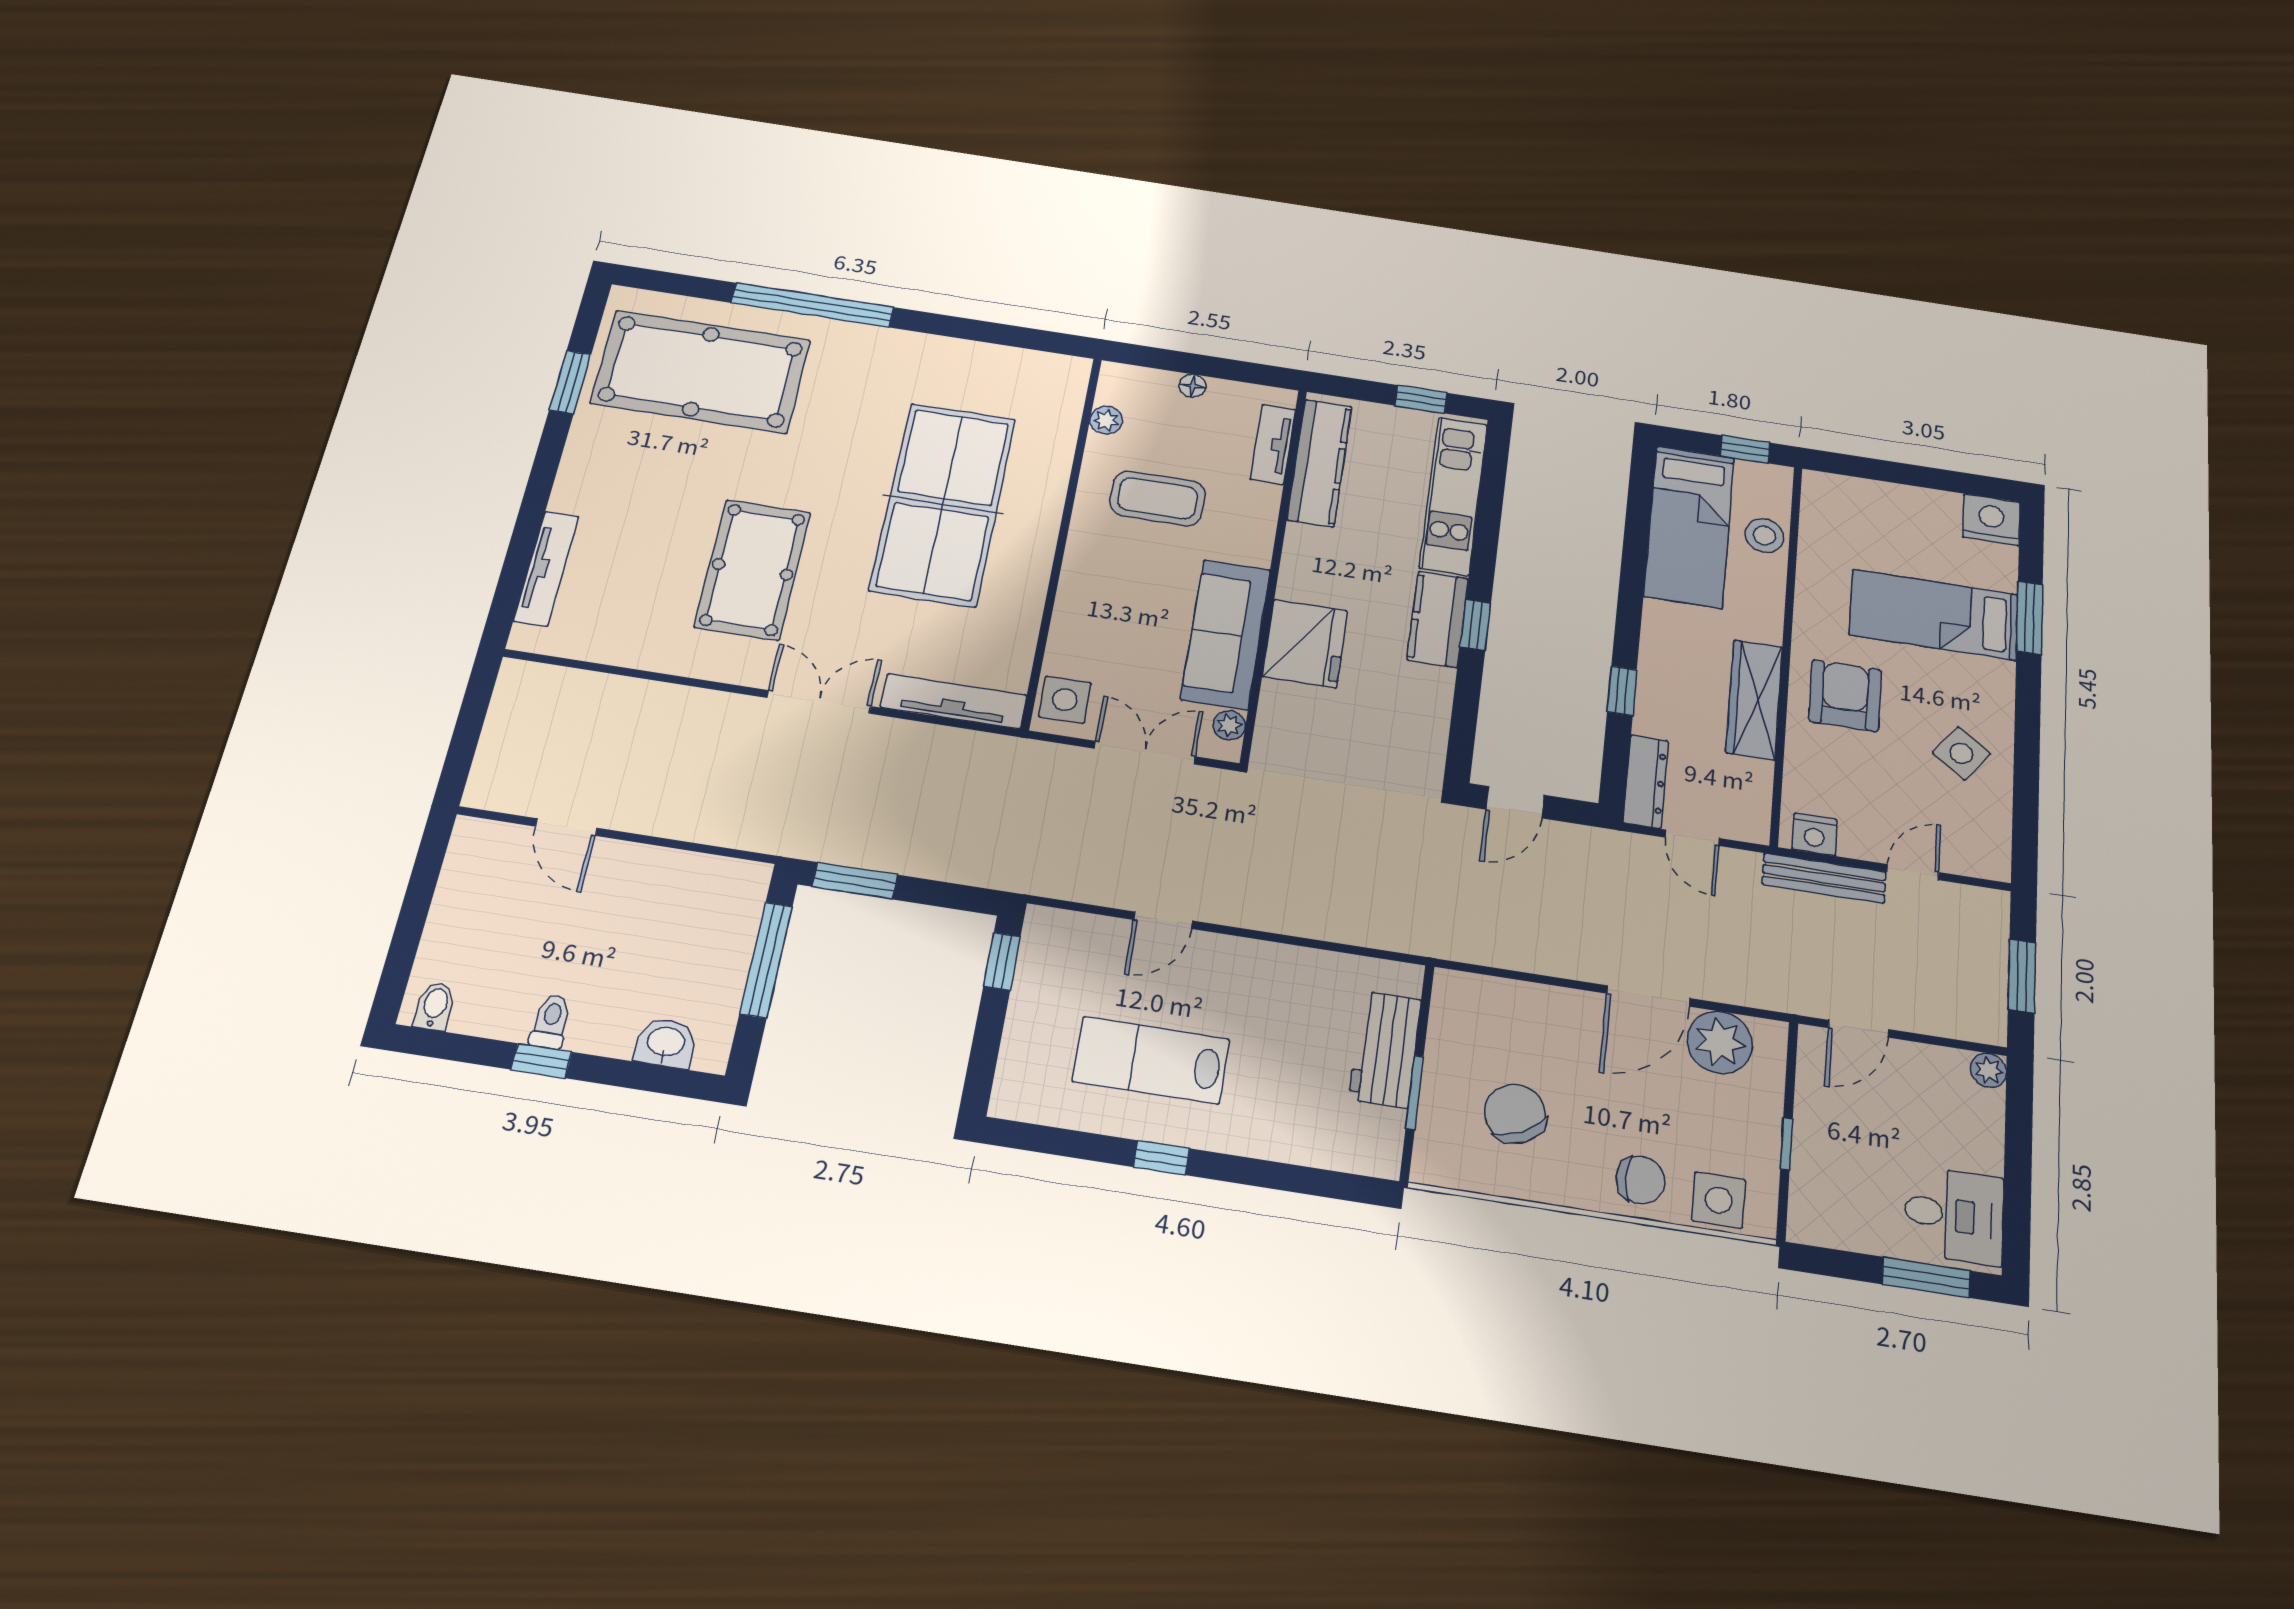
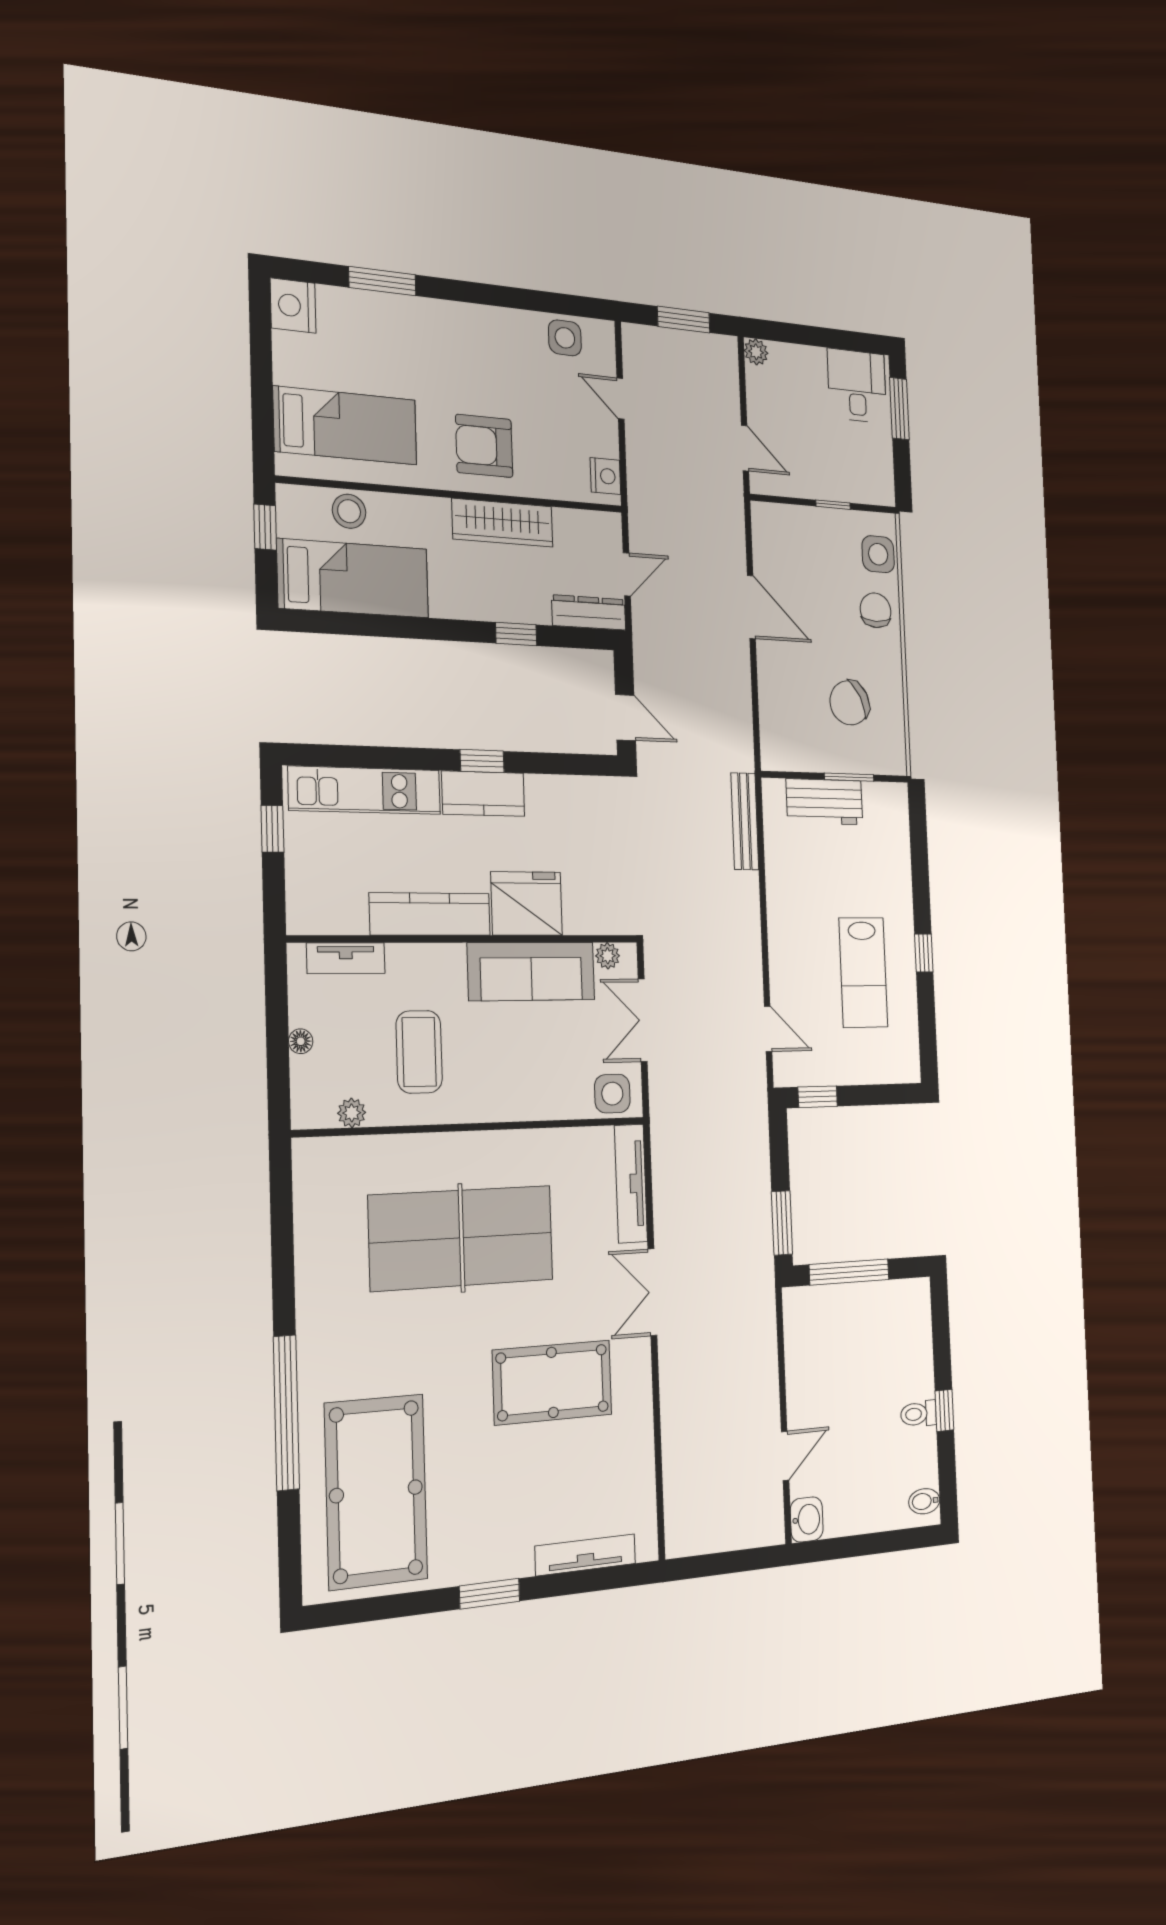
window: (570, 382) -> (490, 1594), moved
kitchen counter: (1319, 463) -> (430, 914), moved
bed: (1934, 615) -> (345, 426), moved, turned -90
side table: (1961, 753) -> (565, 338), moved, turned -37
bench: (1824, 878) -> (745, 821), moved
door: (1163, 920) -> (768, 1029), moved
plant: (1720, 1042) -> (774, 553), removed
washbasin: (666, 1043) -> (807, 1519), moved, turned 180

